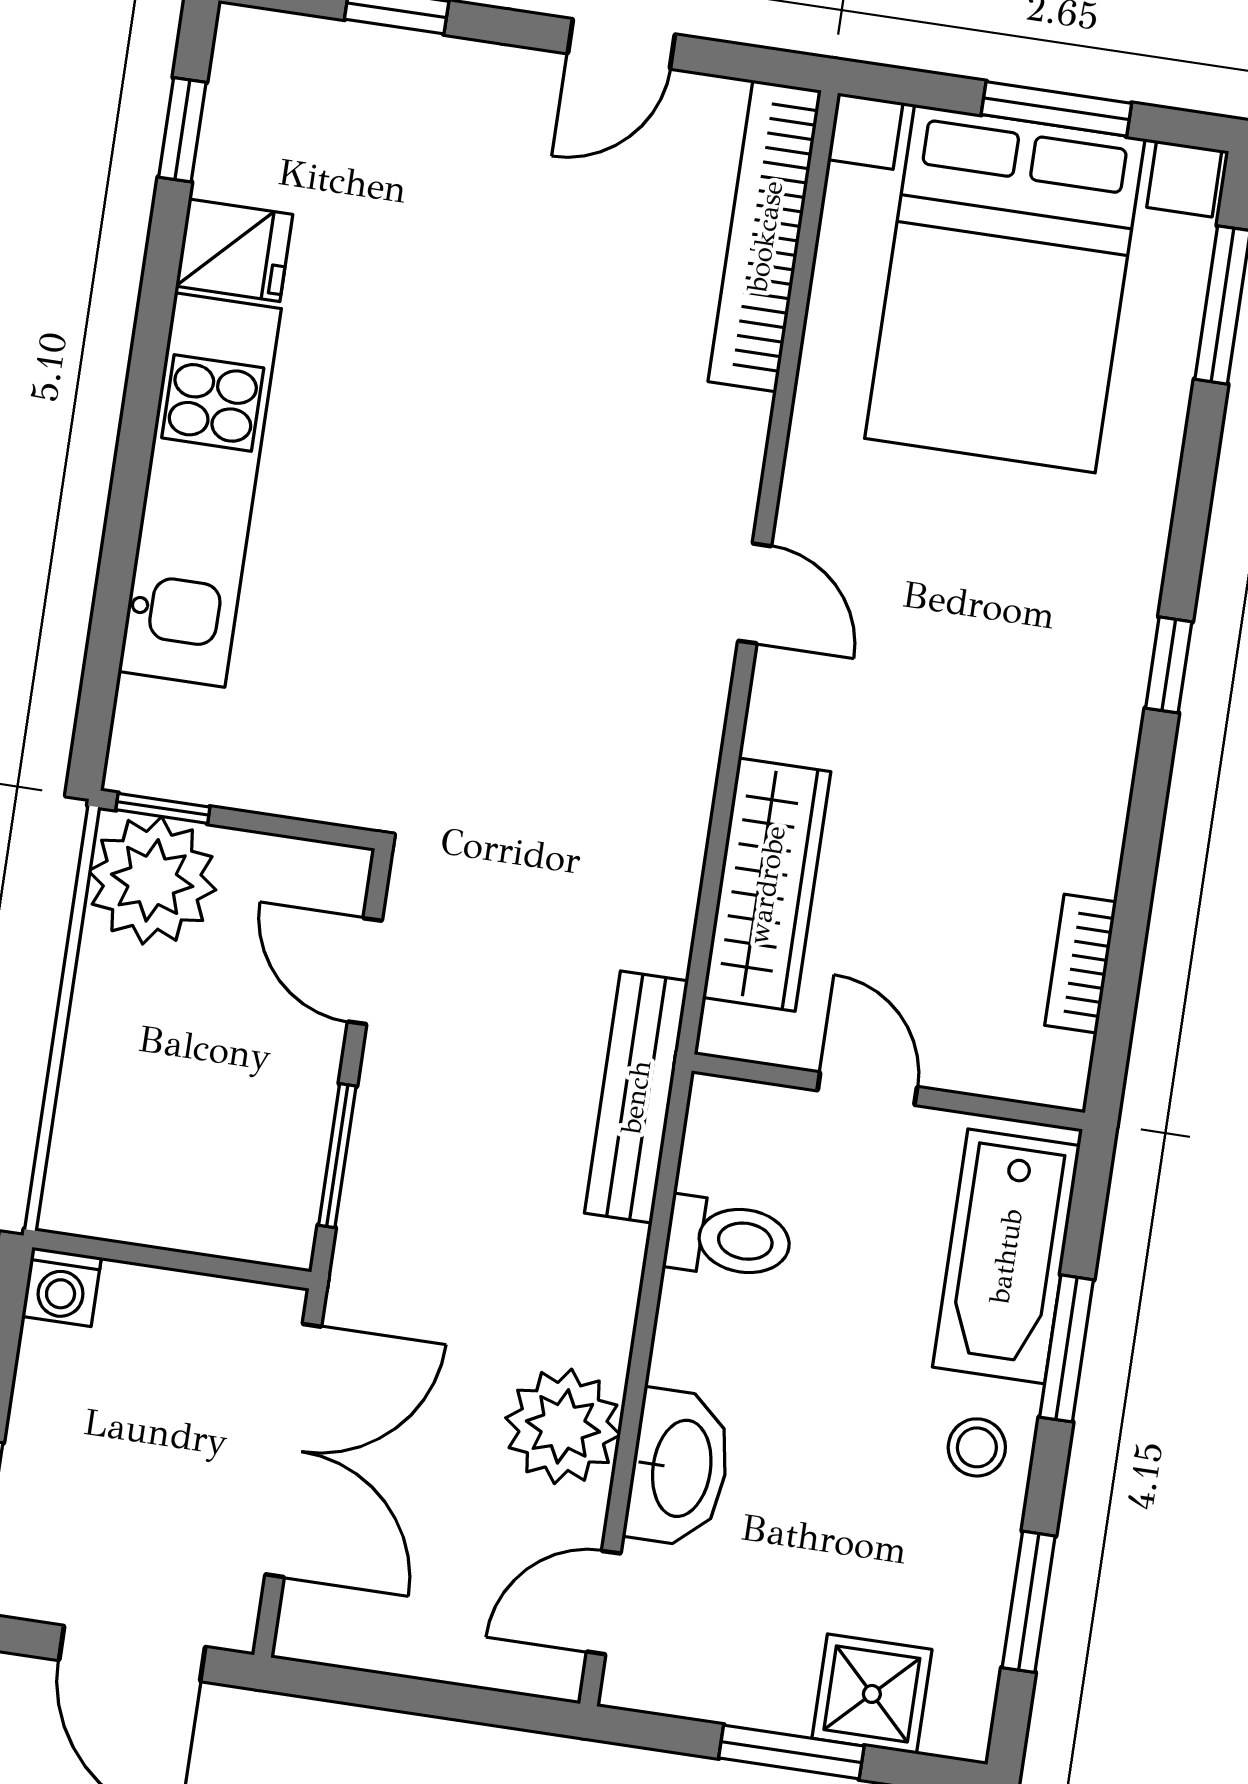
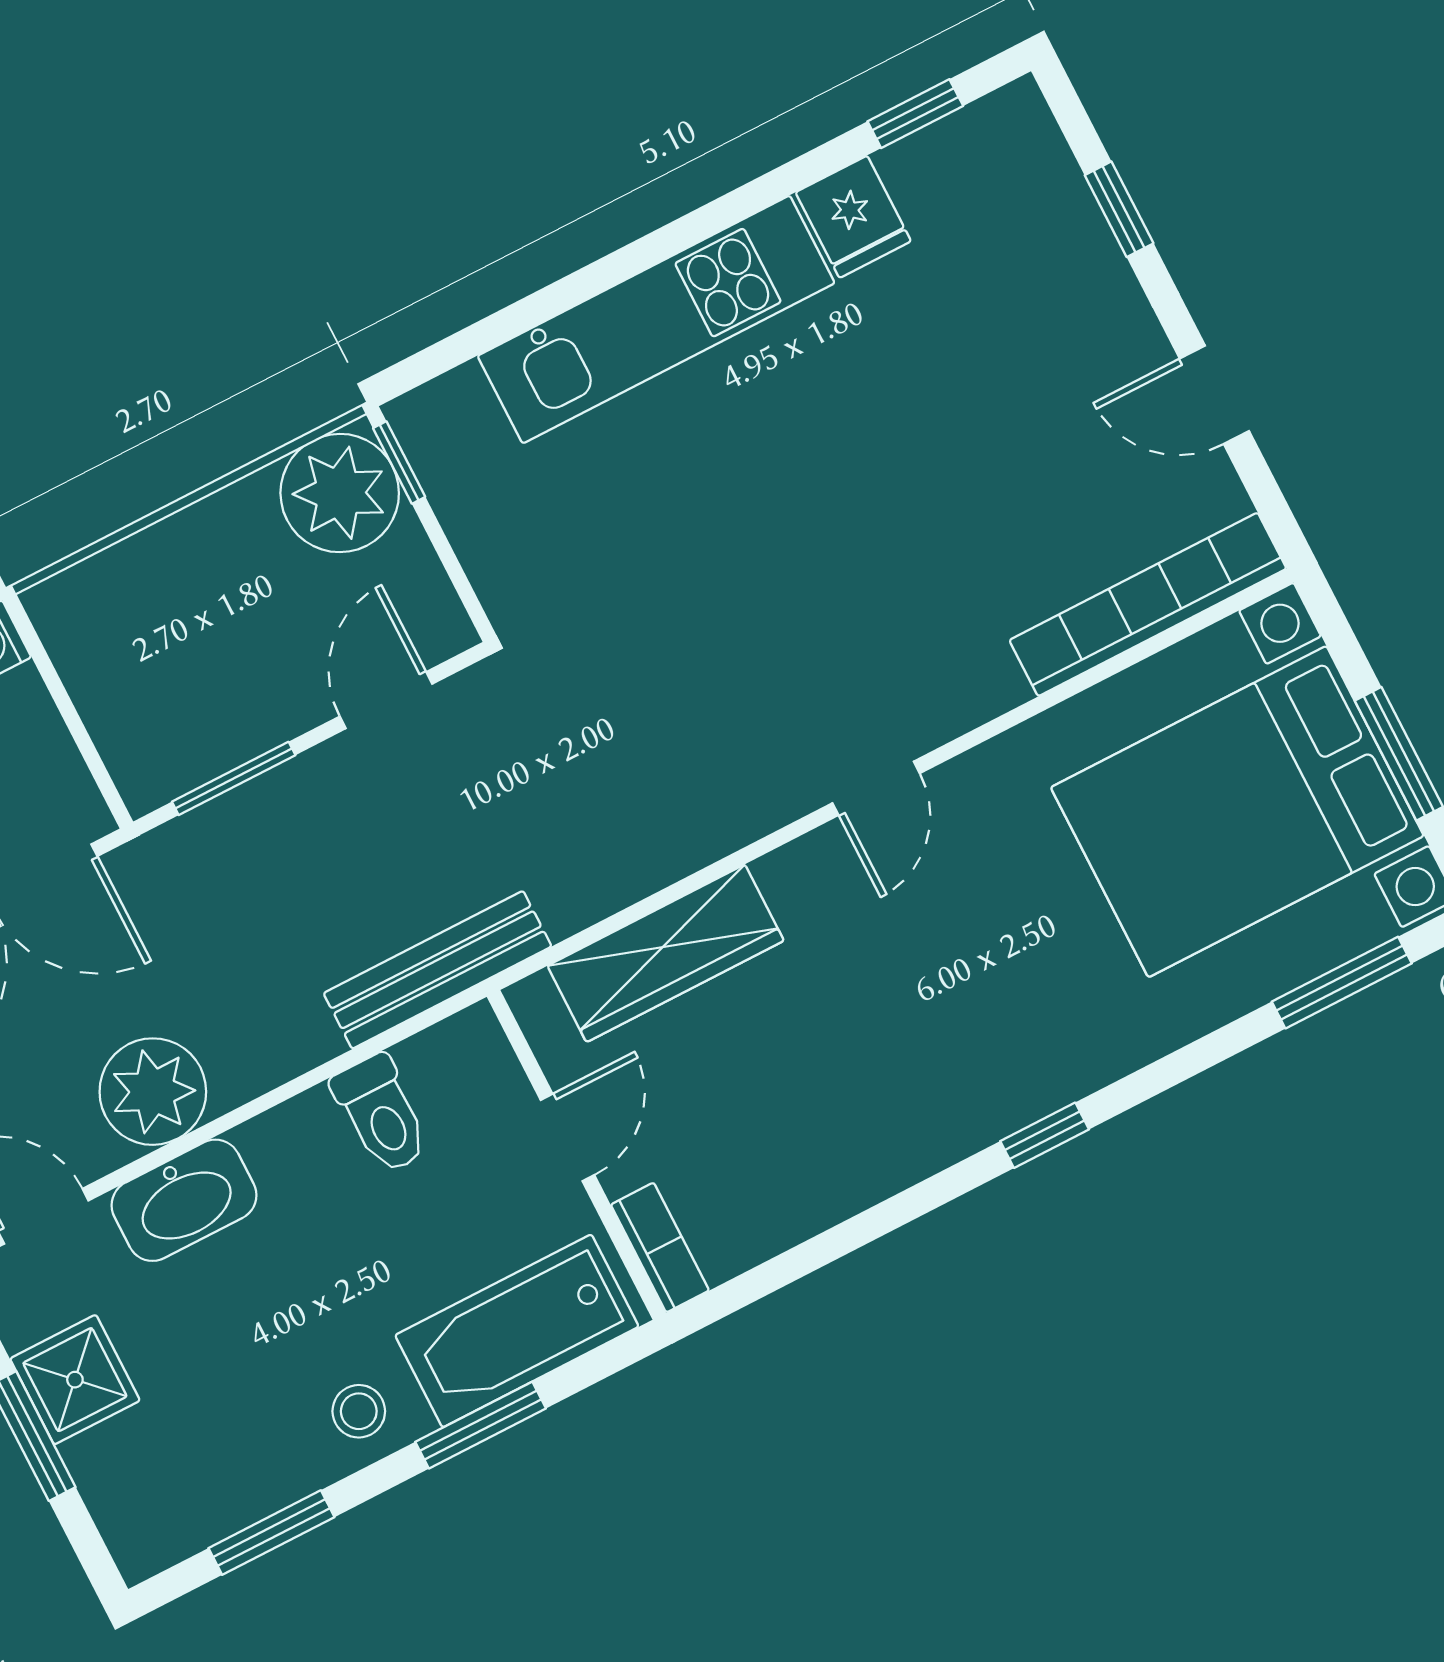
bookcase: (1081, 964) -> (660, 1248), moved, turned 90
shower: (872, 1694) -> (75, 1380), moved

